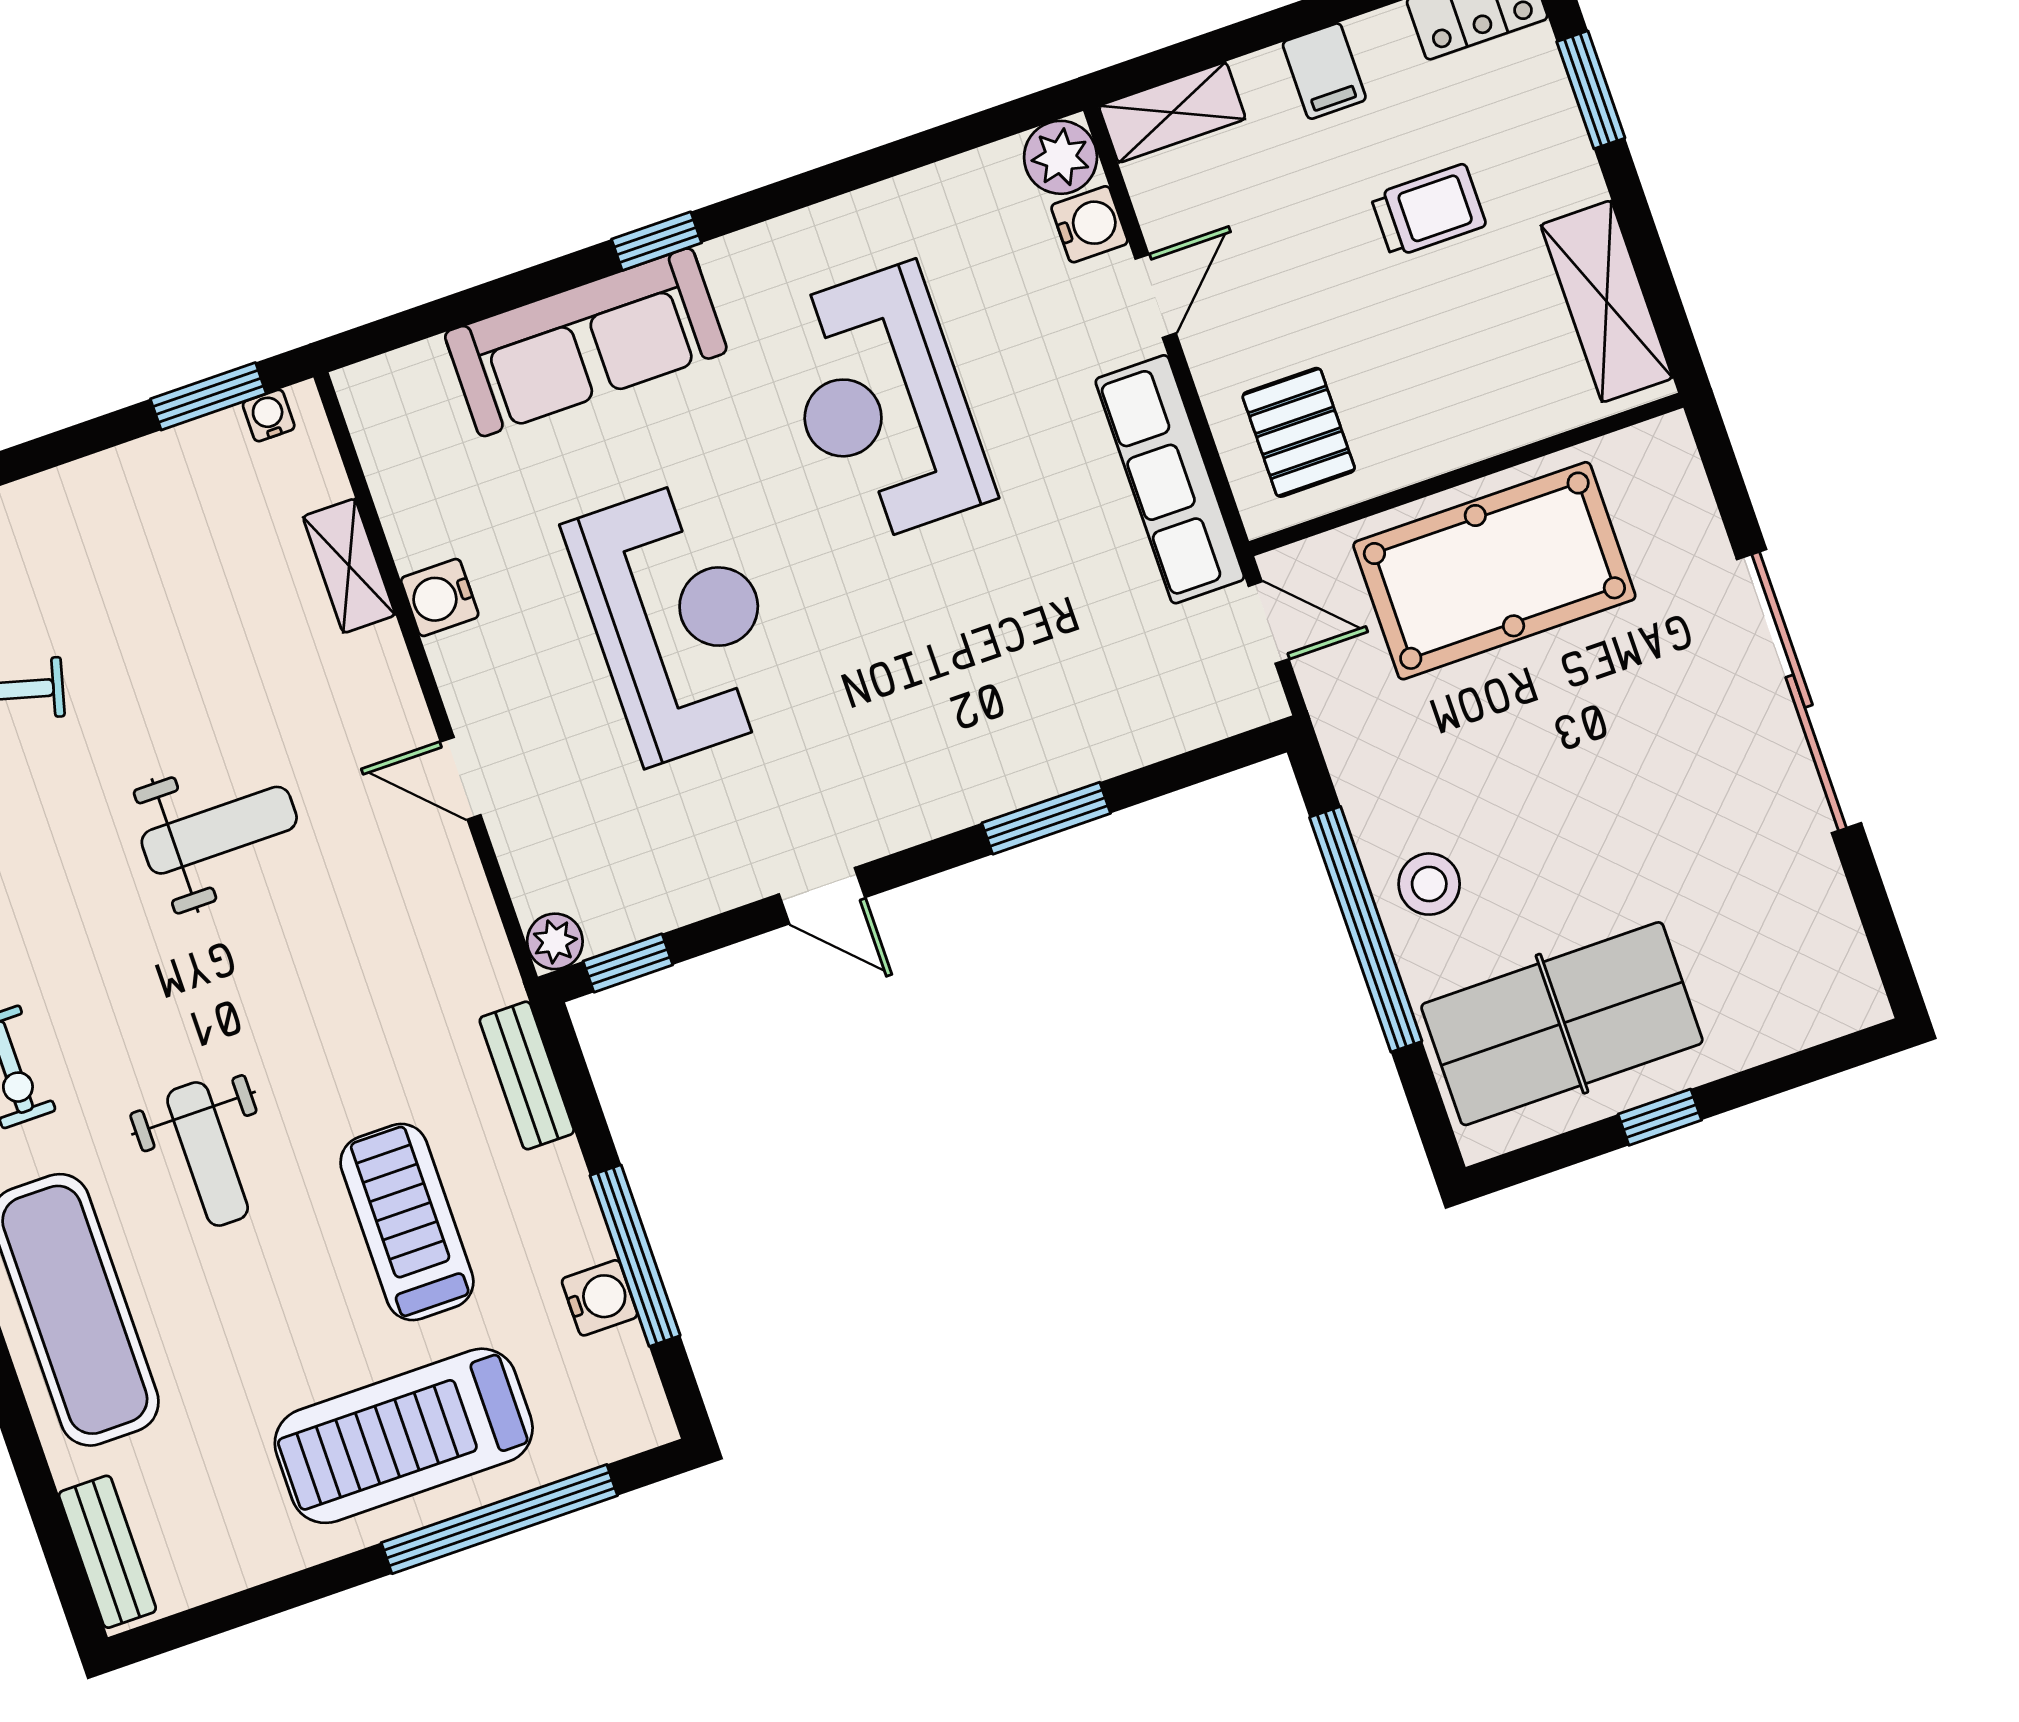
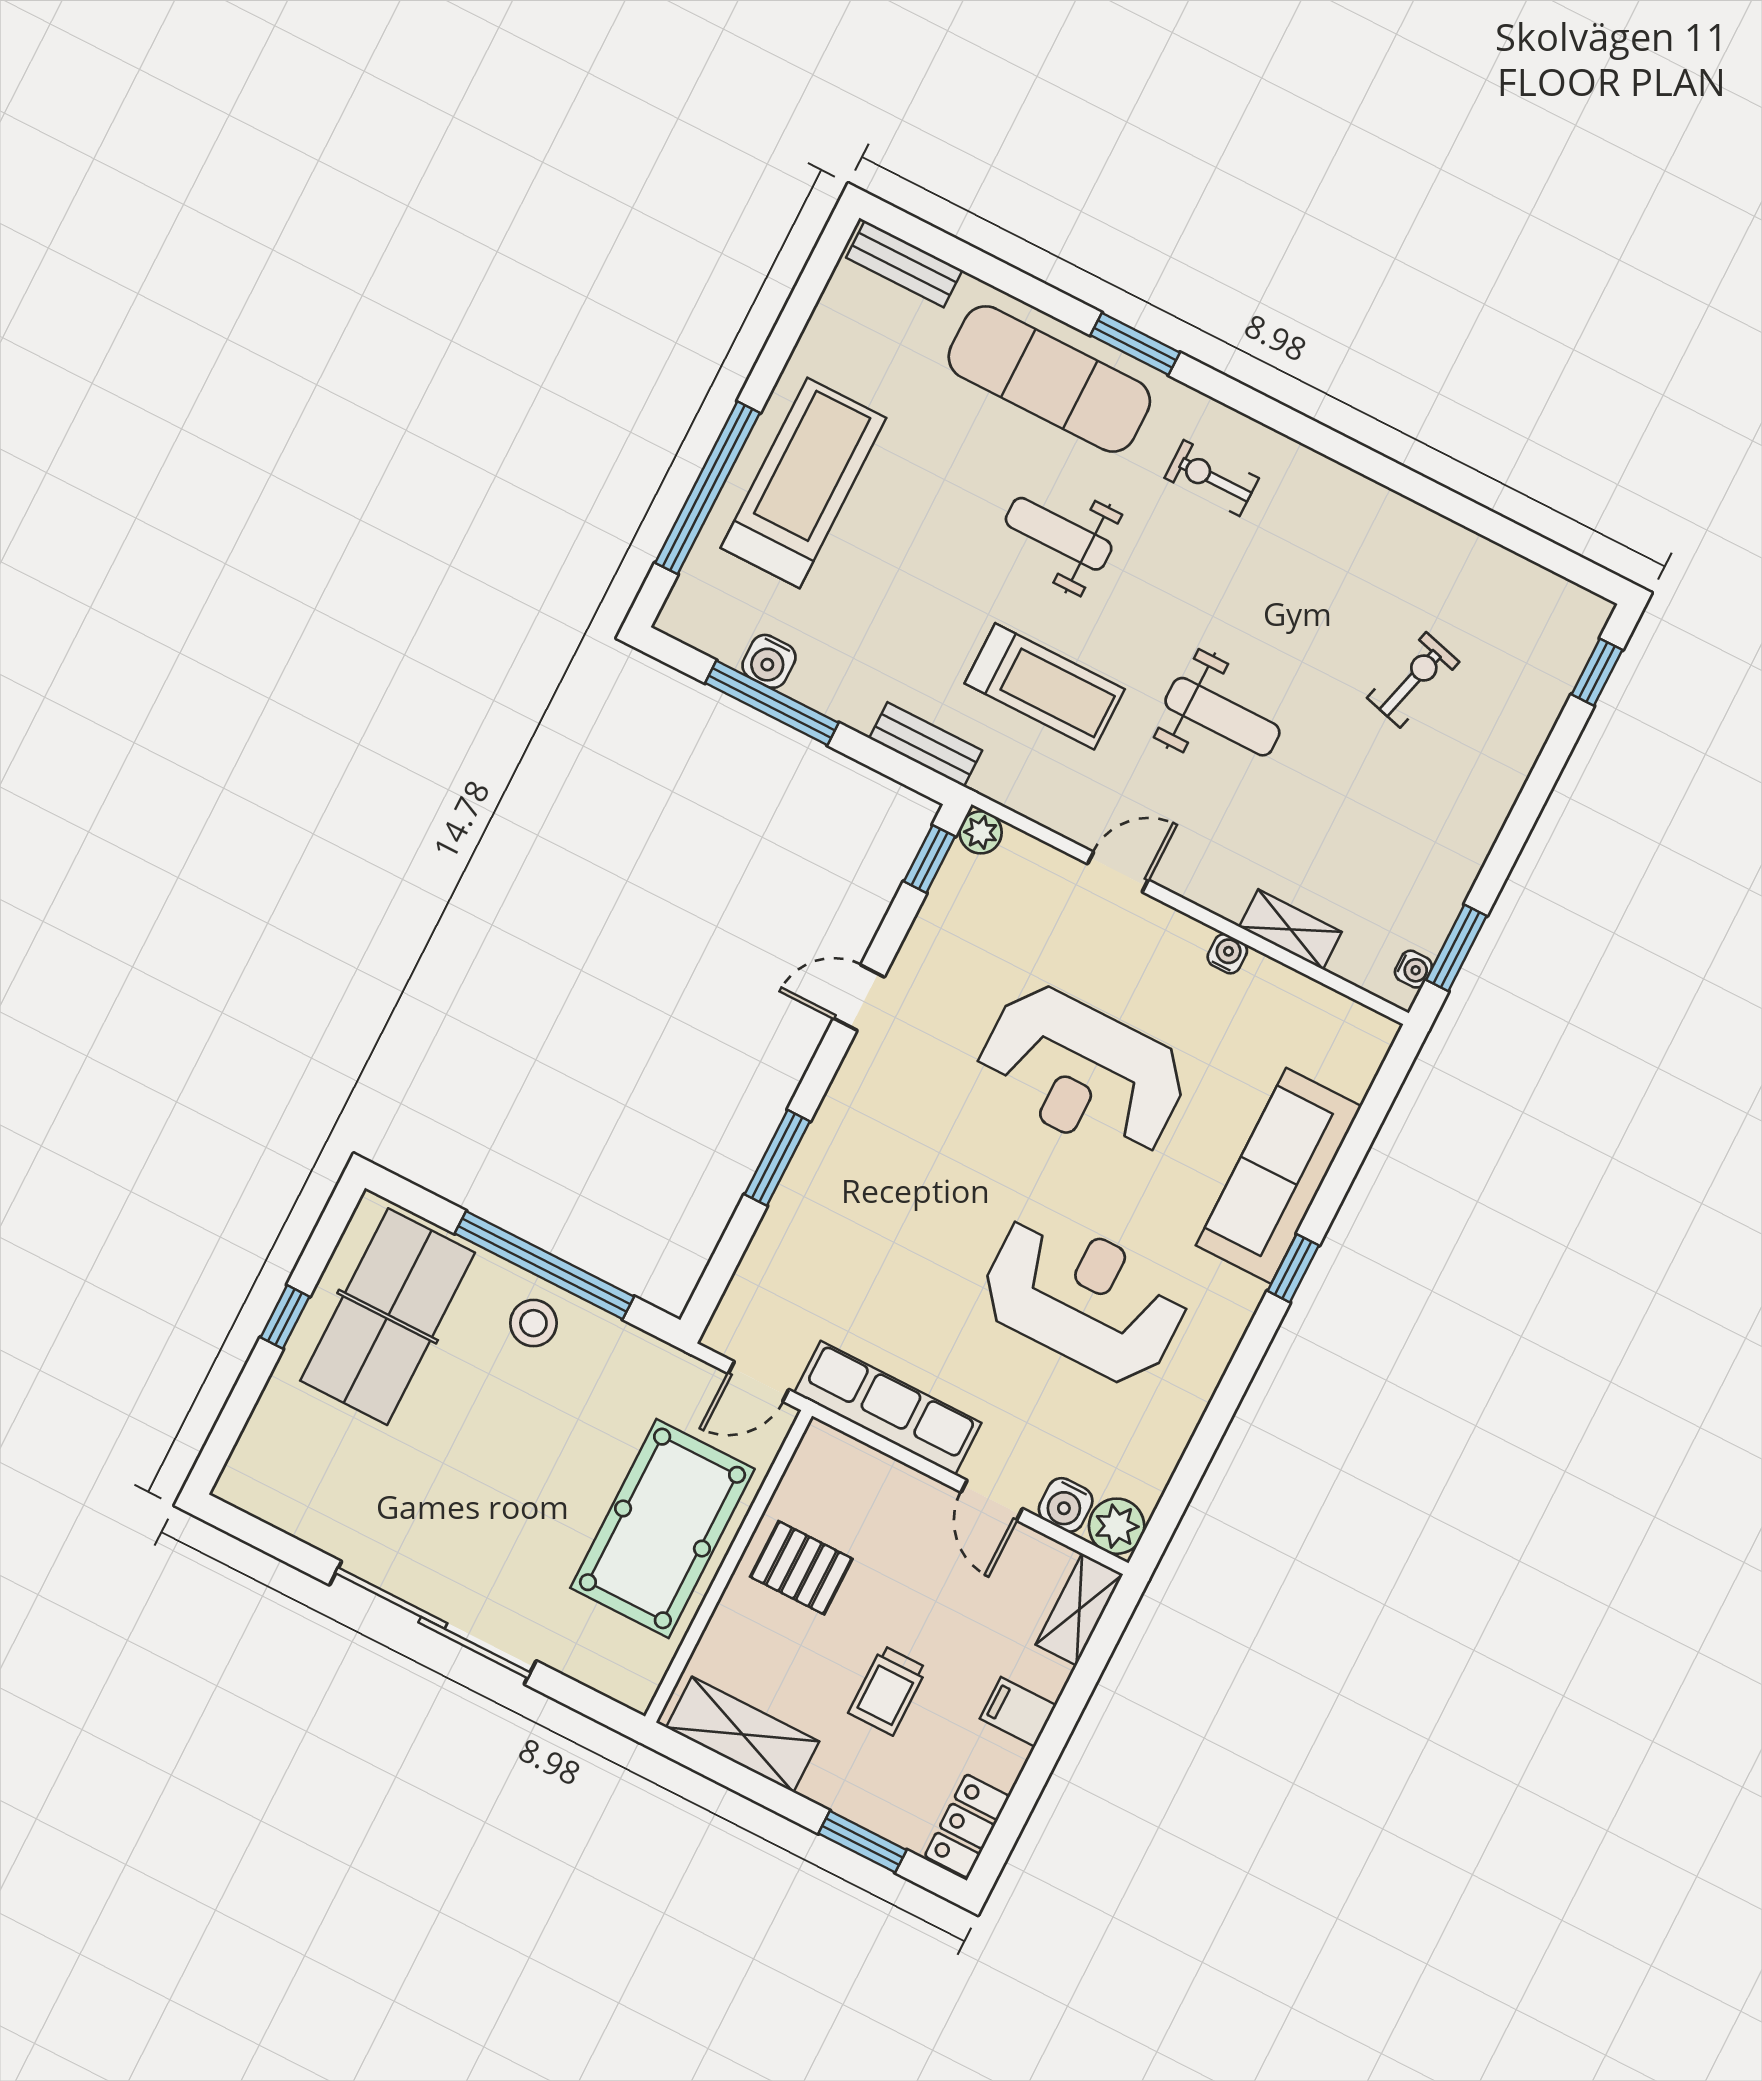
pallet: (1299, 432) -> (801, 1568), moved
water cooler: (440, 598) -> (1227, 954), width x0.72, depth x0.72
weight bench: (219, 830) -> (1222, 717), turned -90
treadmill: (407, 1222) -> (1045, 686), moved

